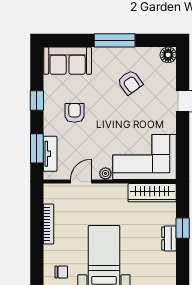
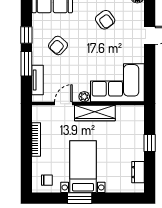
armchair: (74, 113) -> (58, 45), turned -139
window: (37, 148) -> (26, 64), moved
wardrobe: (152, 193) -> (95, 113), moved
dresser: (169, 238) -> (138, 172), moved

